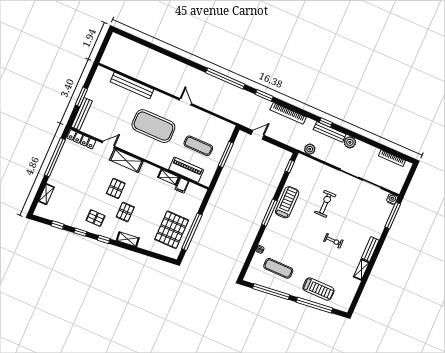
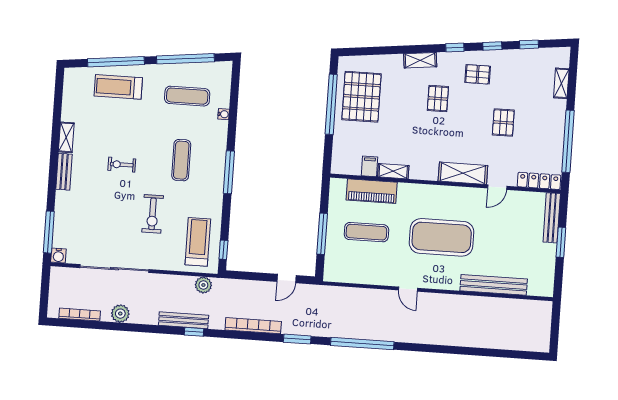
plant: (350, 142) -> (120, 314), moved
pallet: (116, 188) -> (503, 122), moved
treadmill: (287, 202) -> (198, 242), moved, turned 180
exercise mat: (296, 230) -> (181, 160), added

